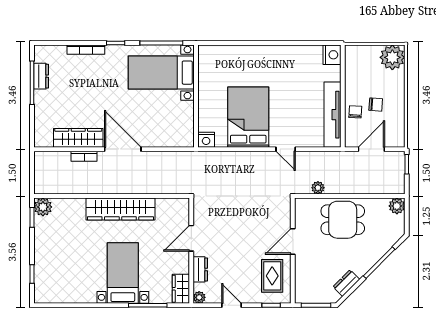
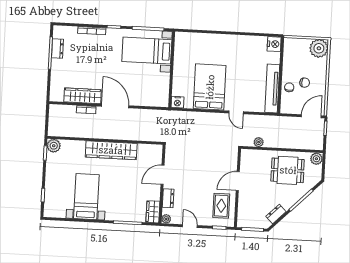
door: (371, 149) -> (311, 116), moved
dining table: (343, 220) -> (288, 170), moved
bed with nightstands: (123, 273) -> (86, 197), moved

